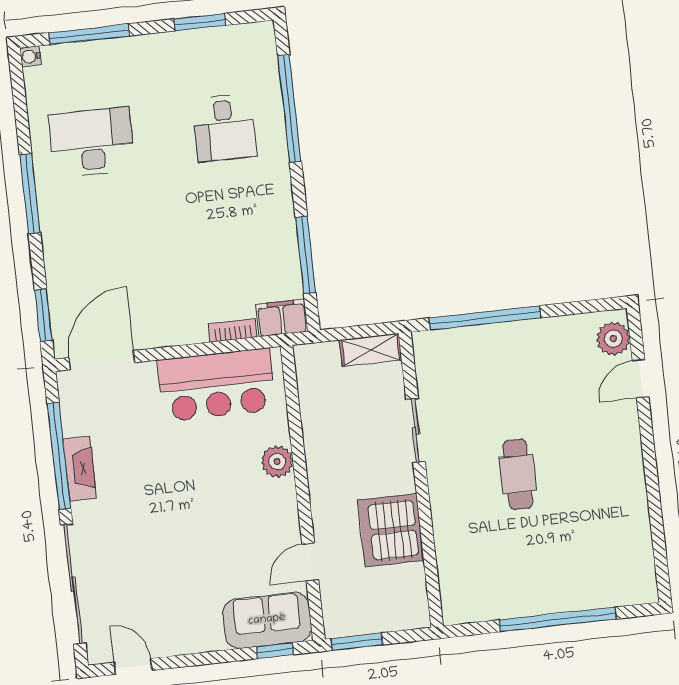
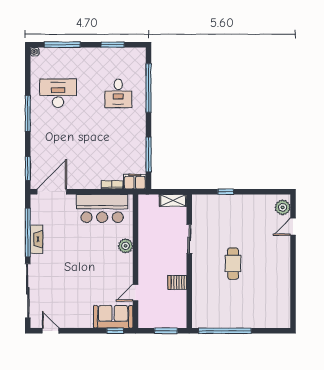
window: (485, 318) -> (226, 192), width x0.32
server rack: (391, 530) -> (177, 282), width x0.46, depth x0.70
window: (558, 619) -> (225, 331), moved
window: (357, 642) -> (166, 331), moved

